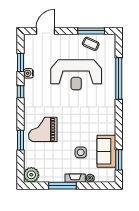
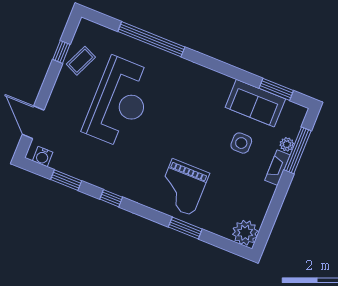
window: (91, 31) -> (61, 52), width x0.46
water cooler: (28, 73) -> (43, 156), moved
window: (63, 186) -> (298, 150), moved

